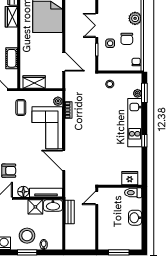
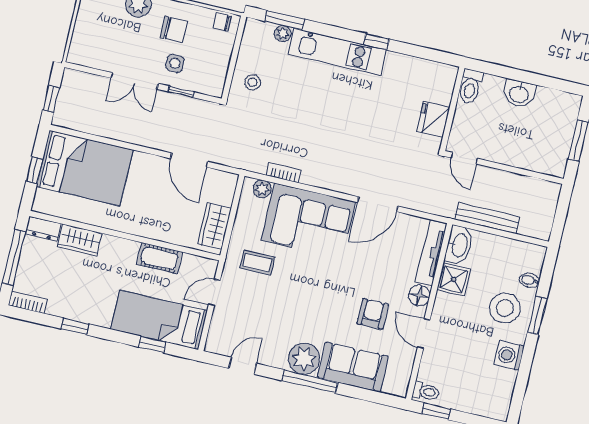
door: (64, 62) -> (189, 160), swing flipped
fridge: (130, 178) -> (433, 119), moved
bench: (70, 212) -> (487, 218), width x1.36

